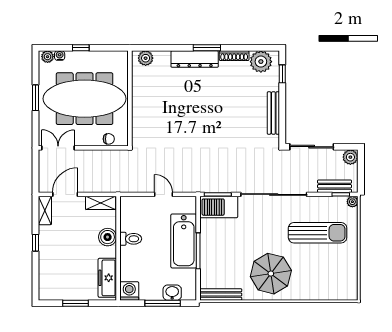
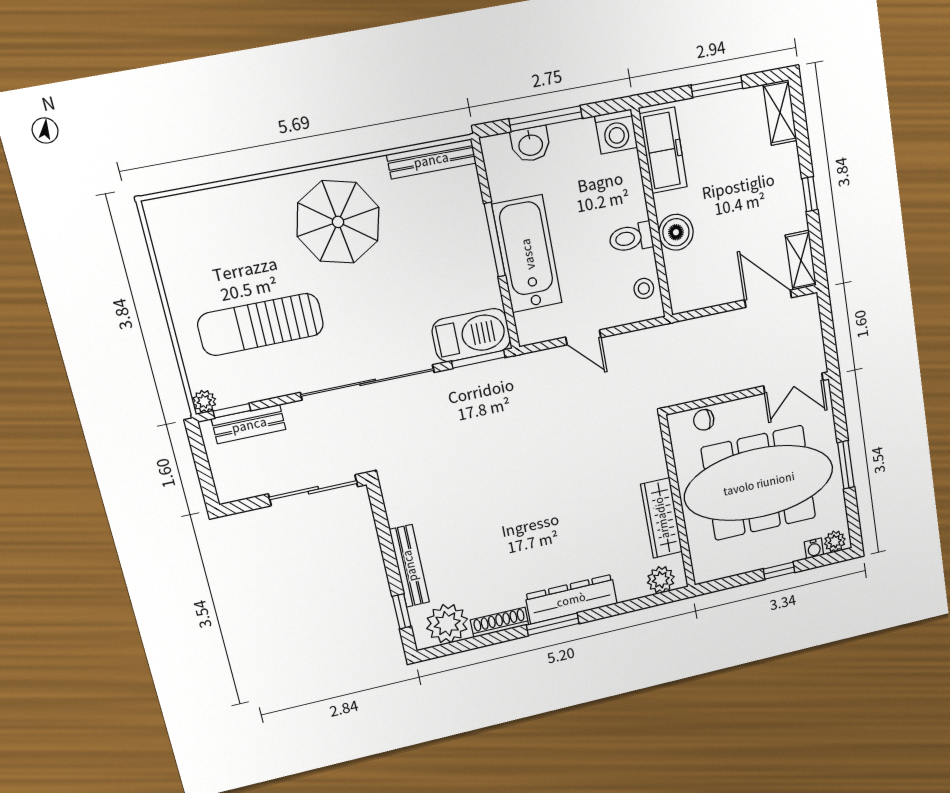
wardrobe: (140, 92) -> (661, 518), added
bench: (273, 113) -> (409, 566), moved
plant: (350, 157) -> (231, 487), removed
door: (65, 194) -> (768, 299), swing flipped
shelving: (101, 203) -> (780, 113), moved, turned 90
stool: (129, 213) -> (644, 288), added

